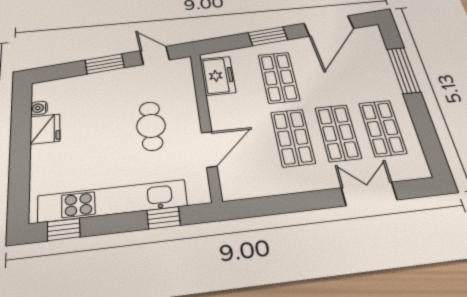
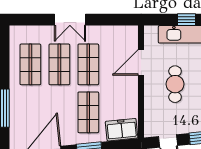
freezer: (218, 76) -> (122, 130), moved, turned 84
double door: (369, 194) -> (70, 20), moved
window: (164, 218) -> (186, 20), moved

